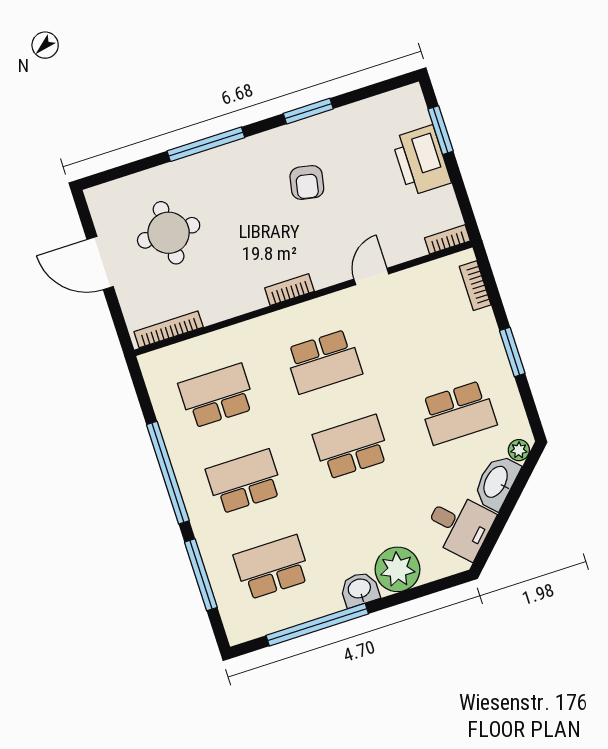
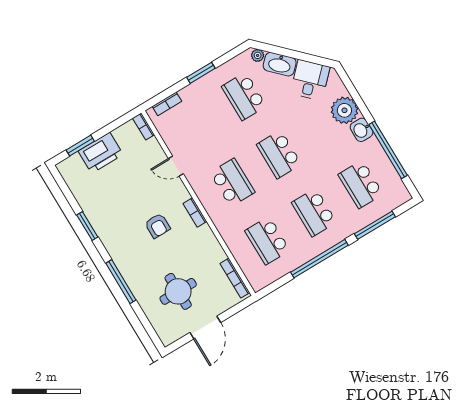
armchair: (307, 182) -> (157, 226), moved, turned 79
school desk: (458, 413) -> (244, 96), turned 180

